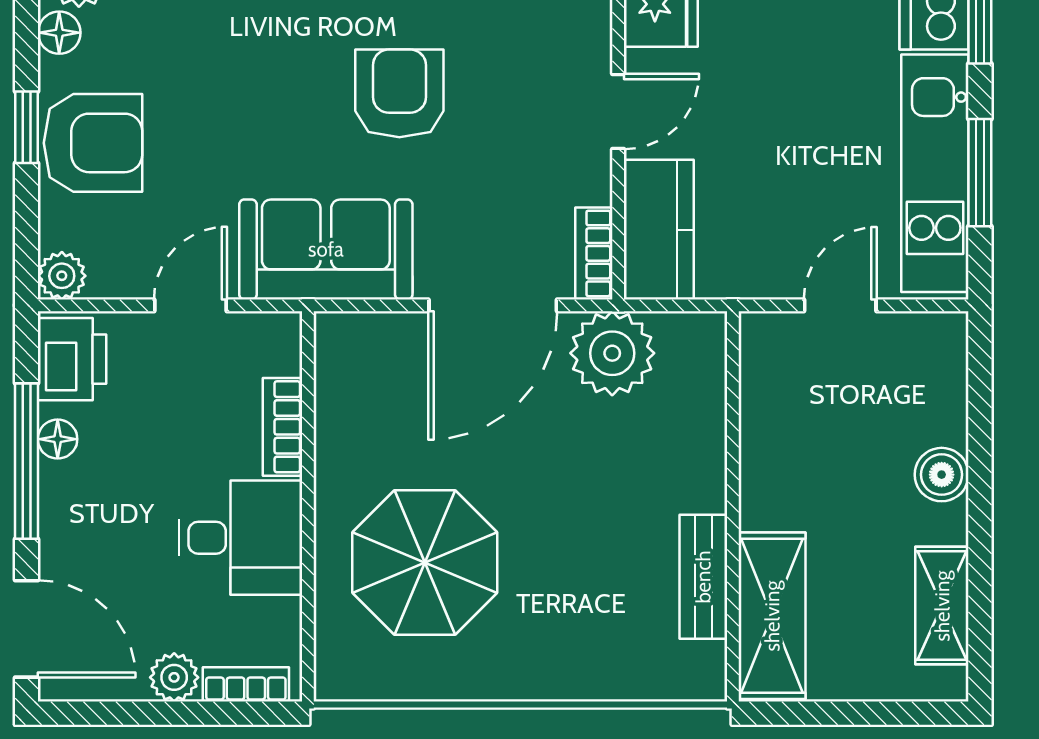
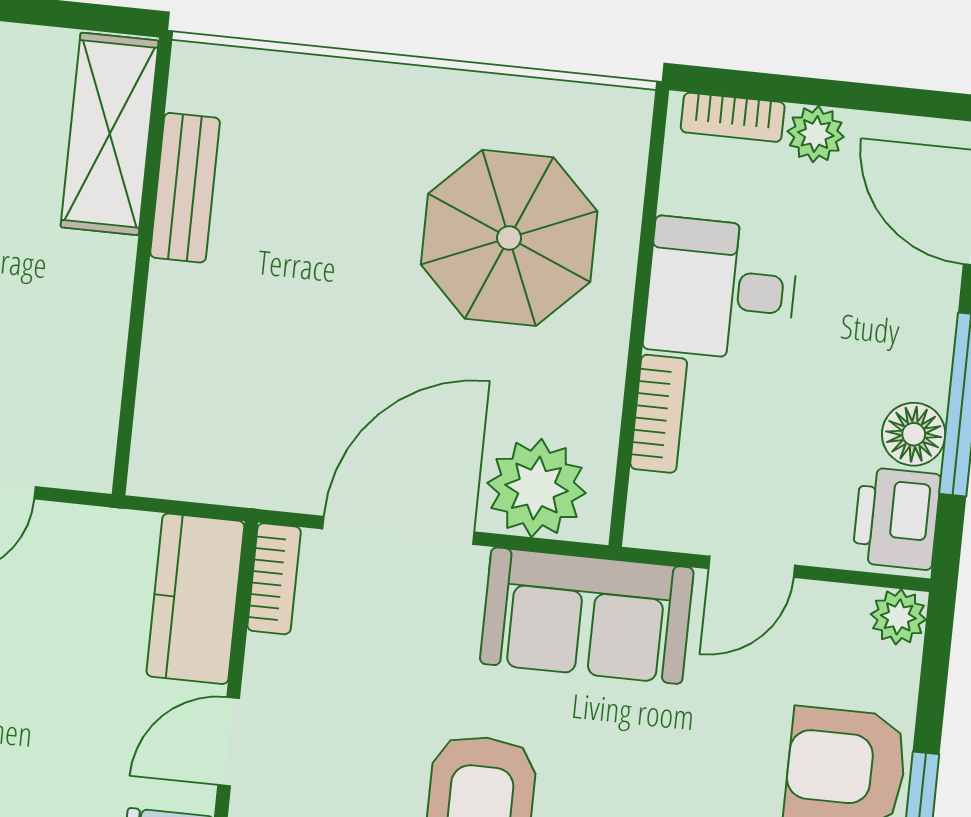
plant: (612, 353) -> (537, 488), moved
floor lamp: (58, 439) -> (914, 434), width x1.37, depth x1.37

